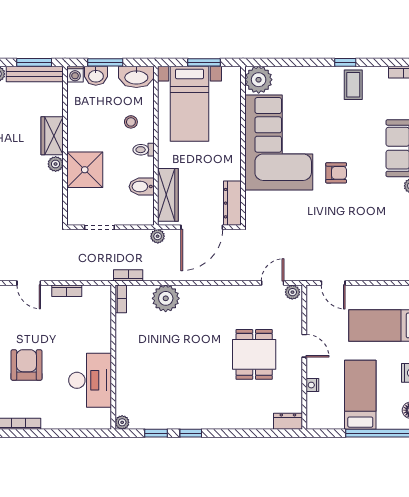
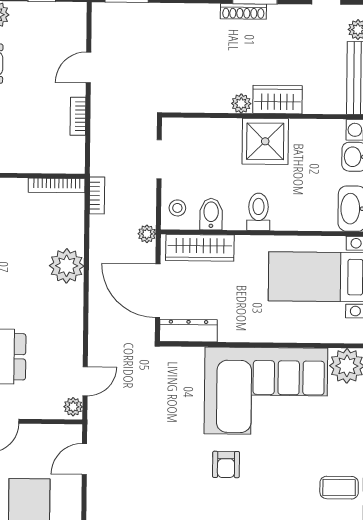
stool: (131, 122) -> (177, 208), moved
toilet: (144, 150) -> (258, 212), width x1.37, depth x1.39
shower: (85, 170) -> (265, 141), moved
door: (273, 283) -> (85, 381), hinge flipped
plant: (166, 298) -> (67, 266), moved
bookcase: (121, 299) -> (57, 185), width x1.56

